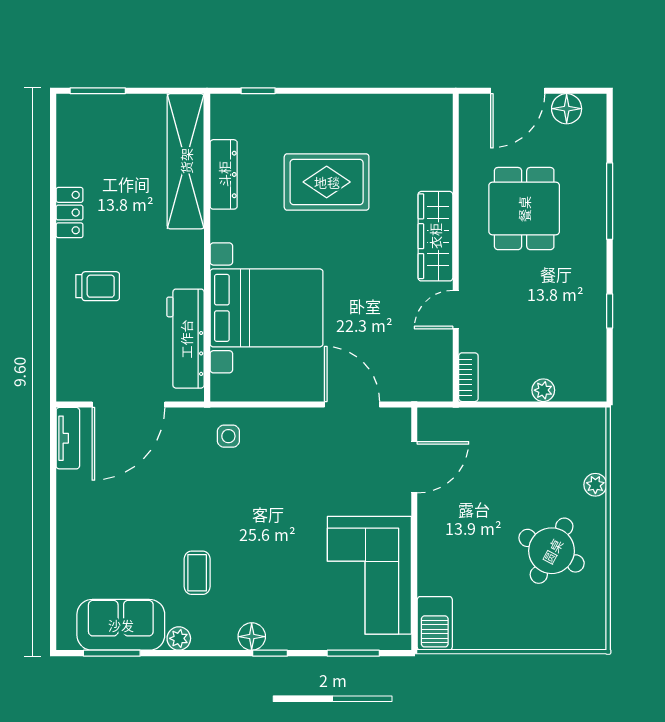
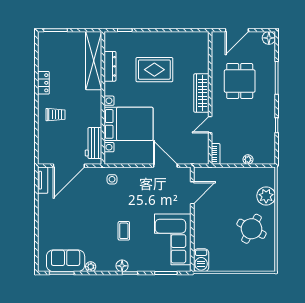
floor lamp: (567, 109) -> (269, 38), moved
workbench: (186, 339) -> (93, 143), width x0.73
plant: (595, 485) -> (266, 196), width x1.88, depth x1.88
coffee table: (197, 573) -> (124, 231), moved

